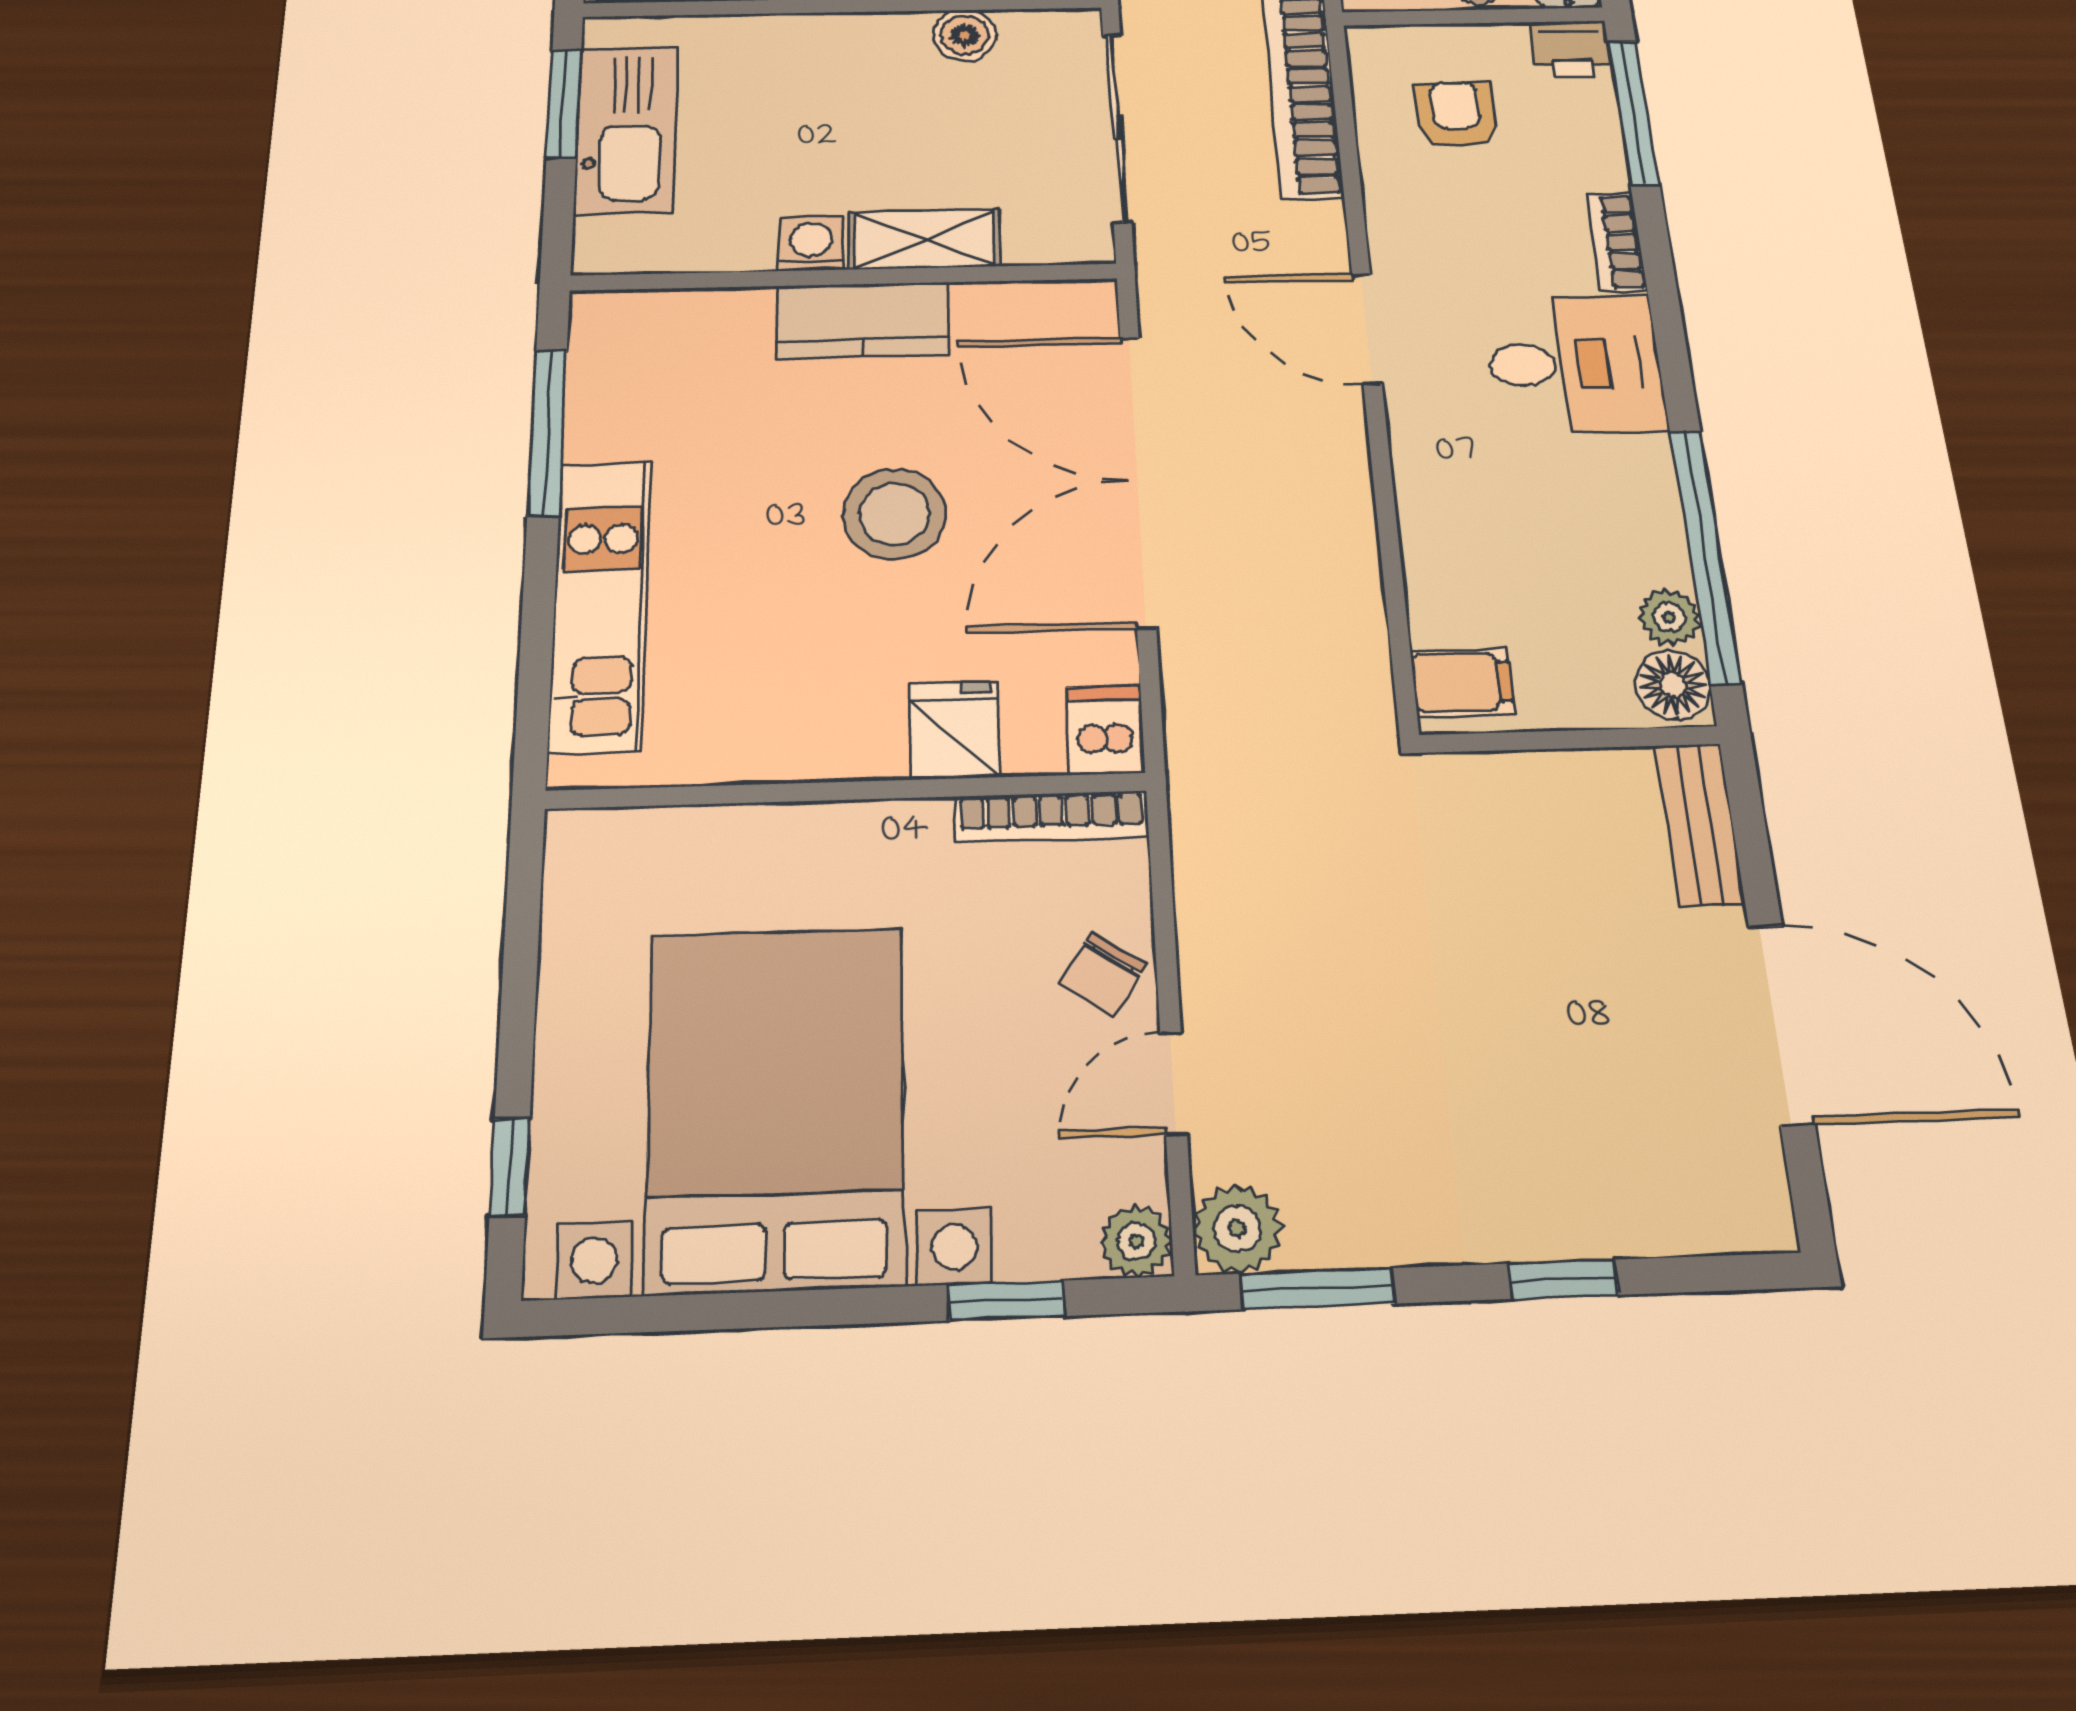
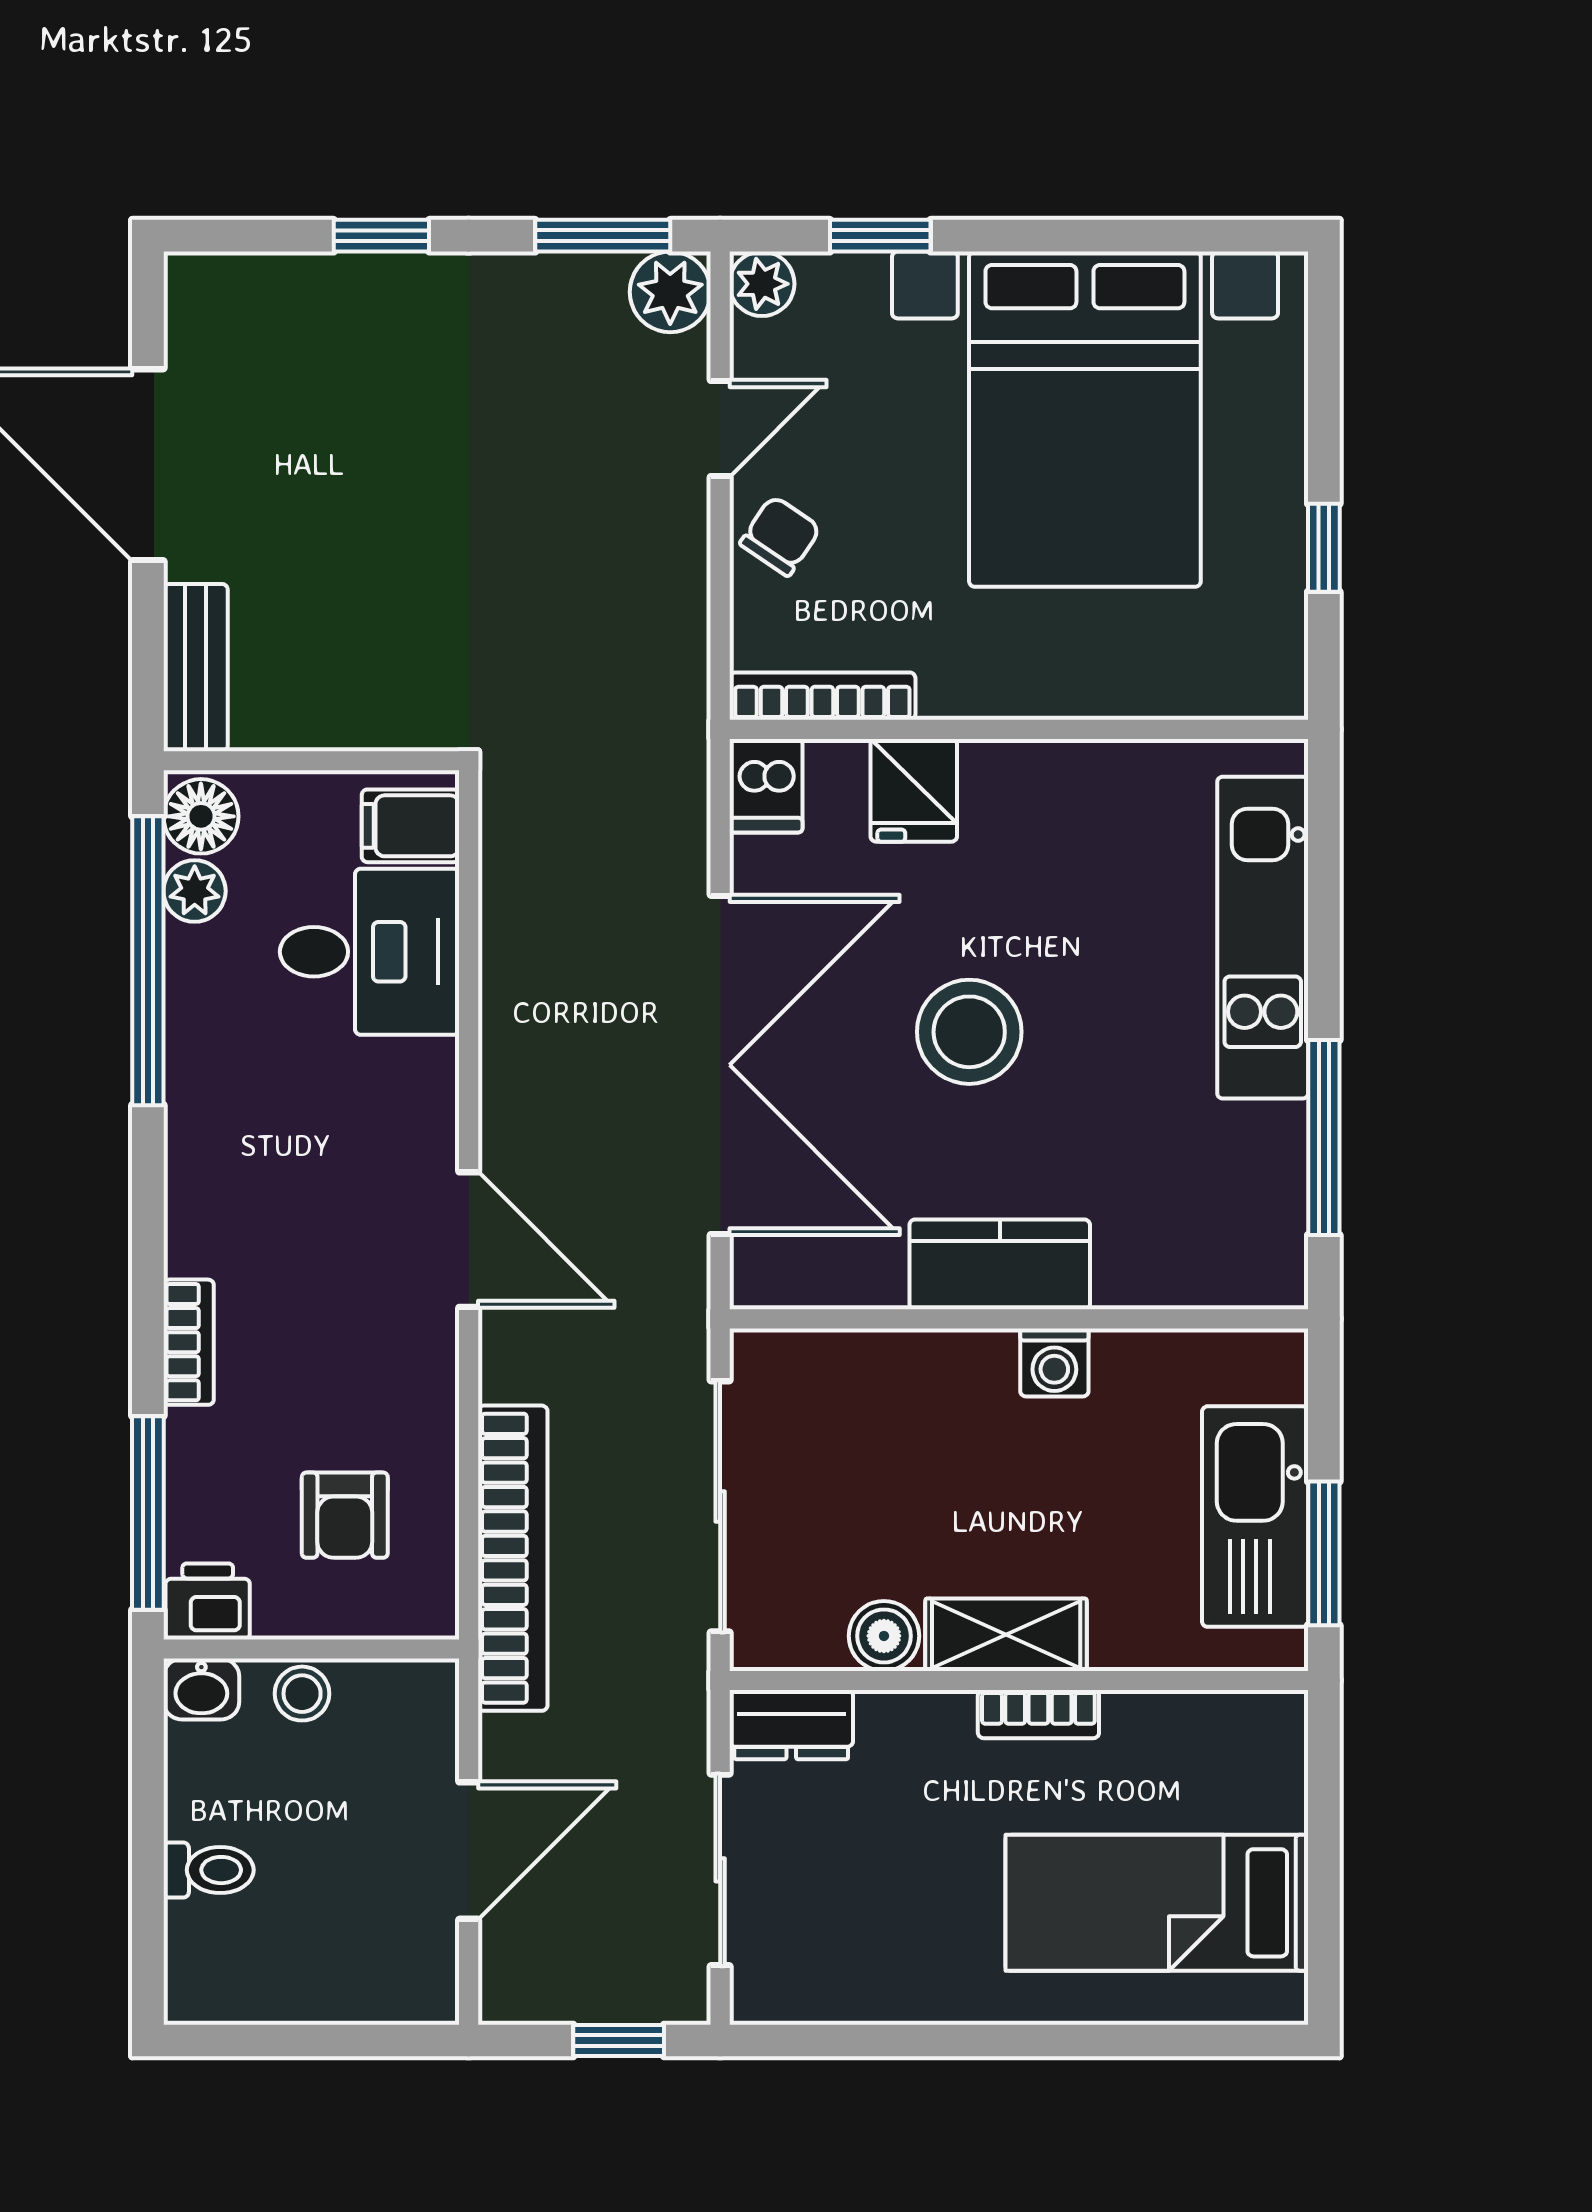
shelving: (924, 239) -> (1006, 1635), moved
desk: (1575, 364) -> (369, 952), moved, turned 180
window: (510, 1167) -> (1324, 548), moved

